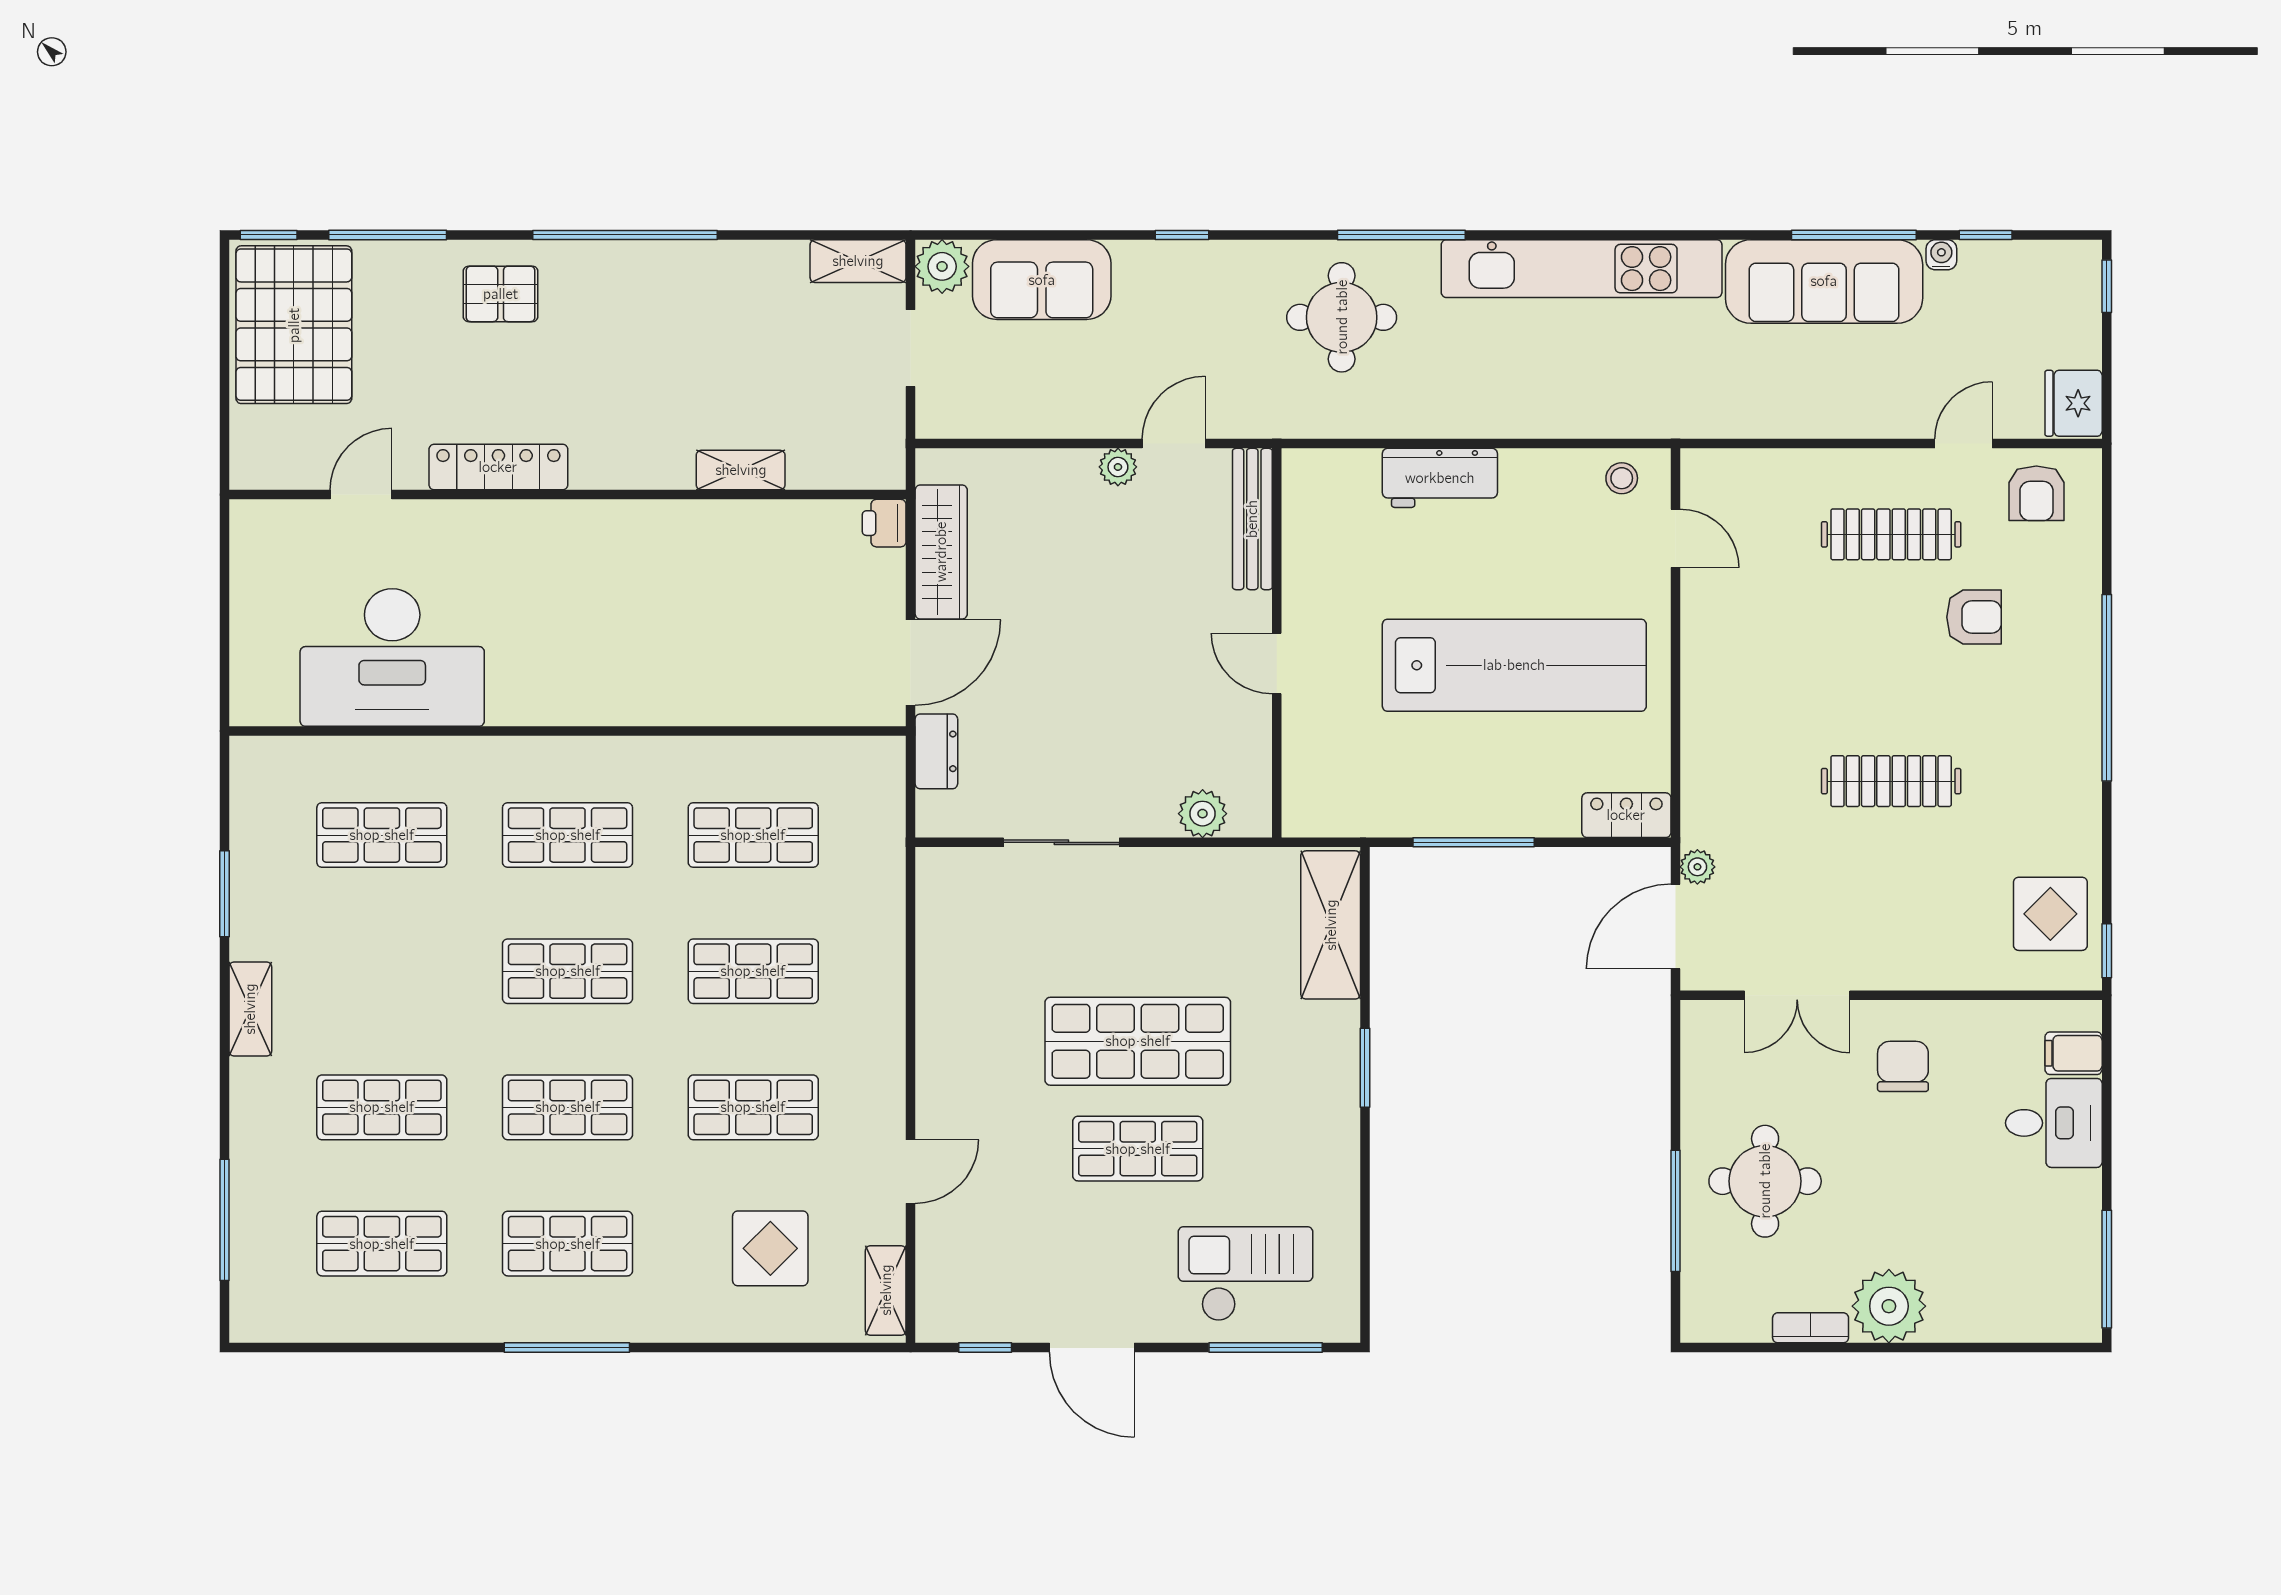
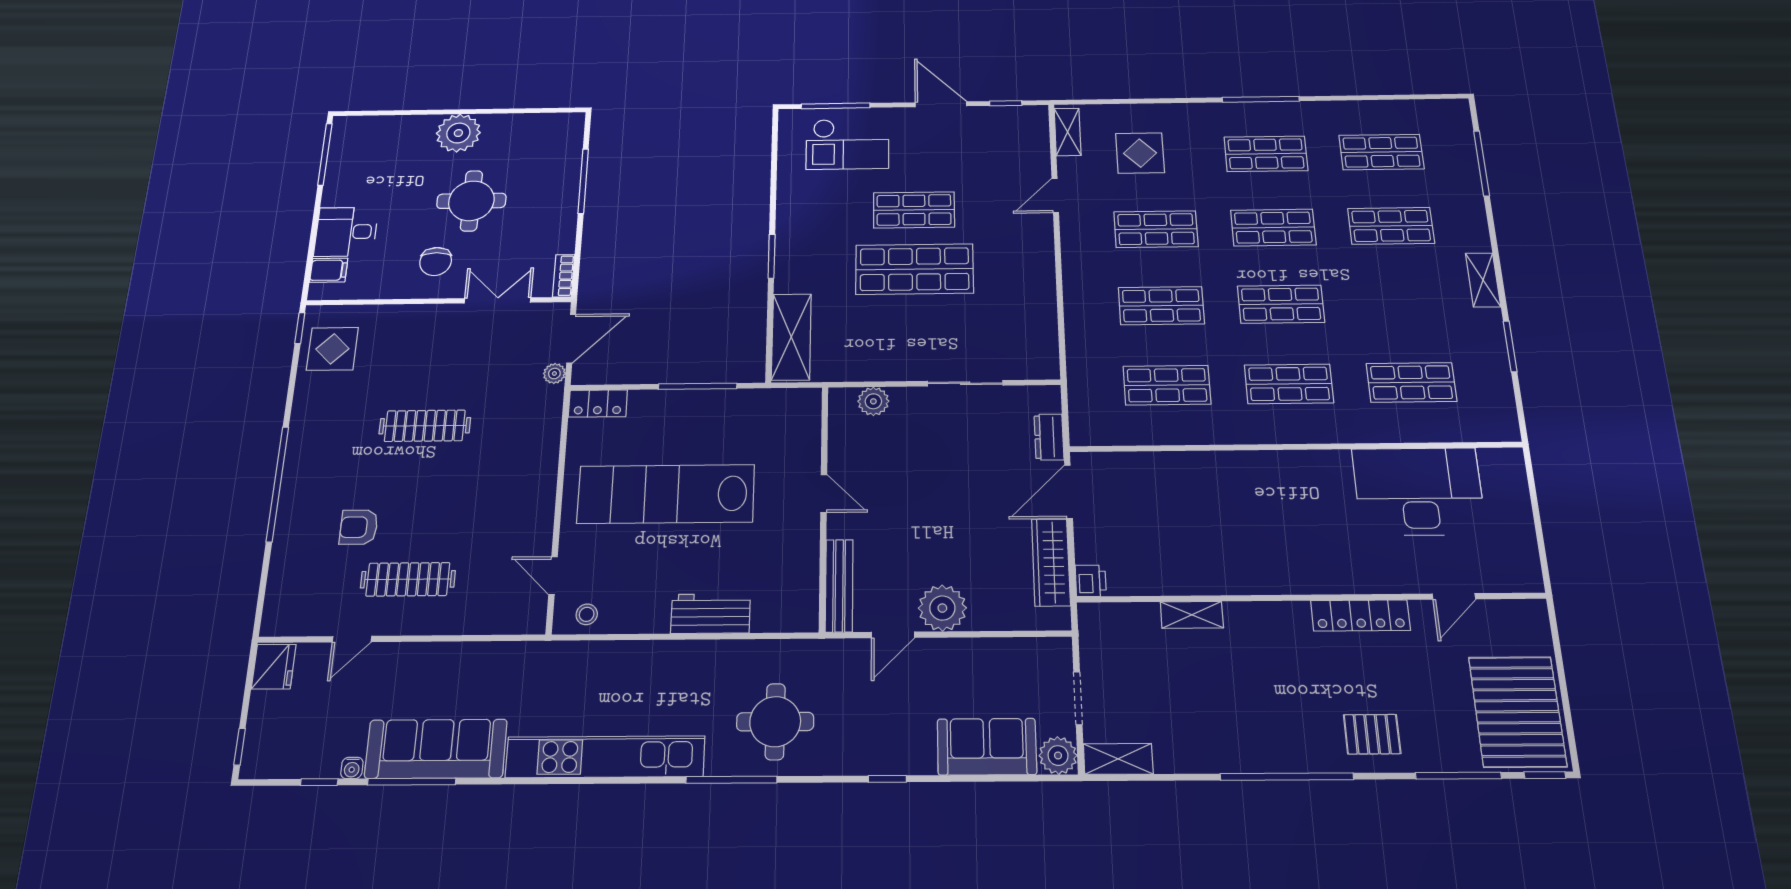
plant: (1118, 467) -> (942, 608), width x1.88, depth x1.88
armchair: (2036, 493) -> (307, 607), removed
round table: (1765, 1181) -> (471, 201), moved
bookcase: (1811, 1328) -> (564, 276), moved, turned 90

